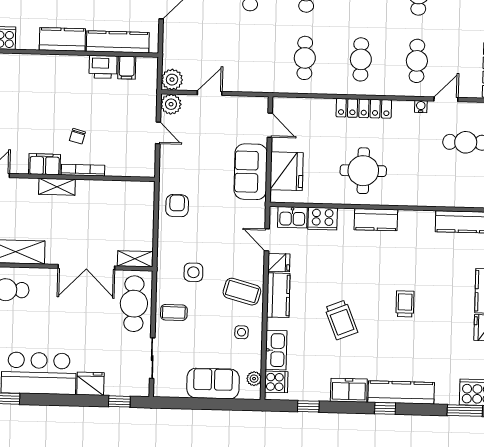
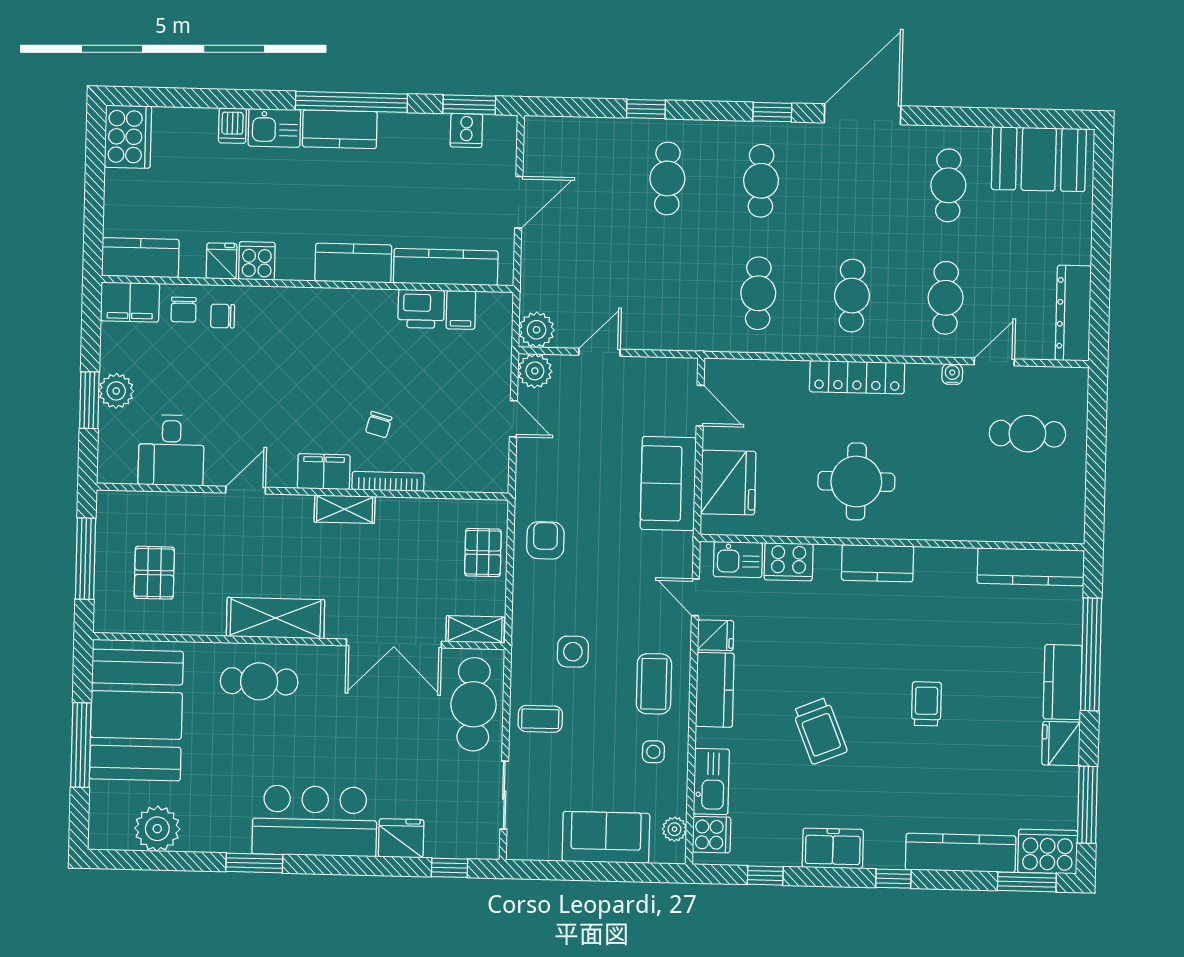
pallet: (140, 213) -> (483, 553), added
coffee table: (242, 292) -> (654, 684), turned 75
kitchen counter: (401, 392) -> (961, 853), moved

